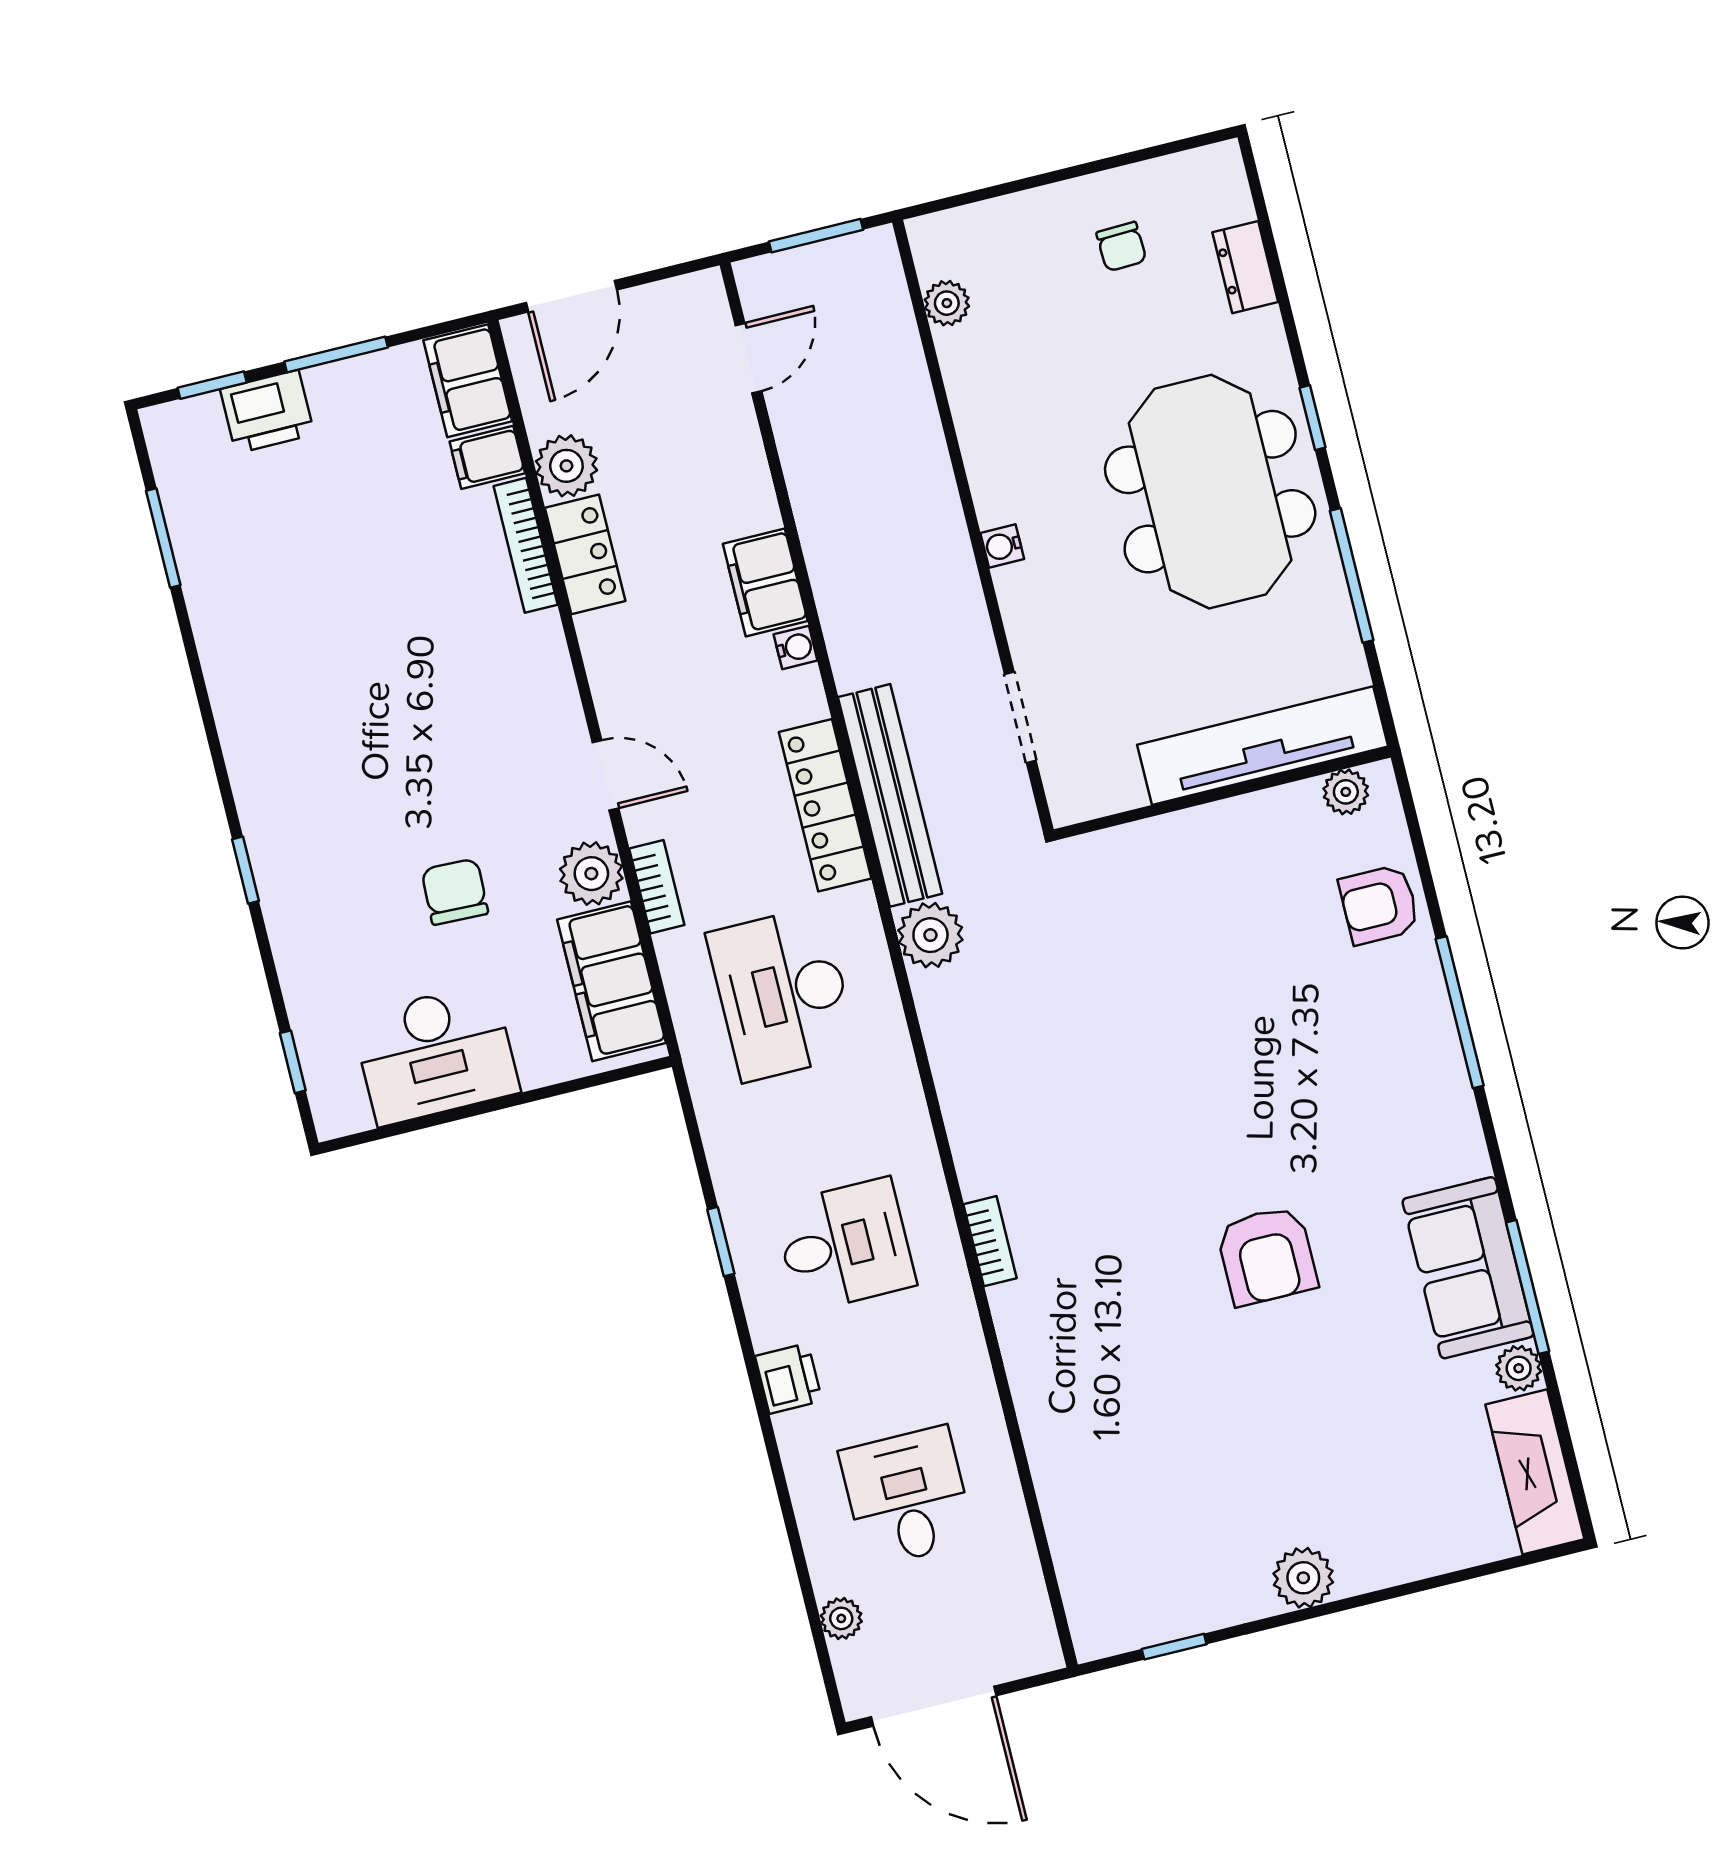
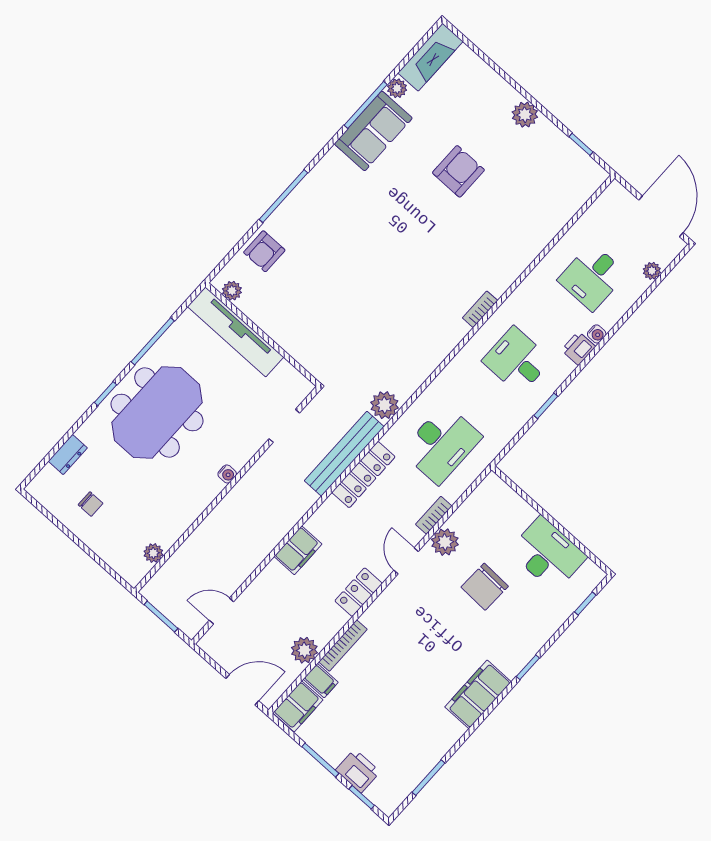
chair: (1121, 247) -> (91, 504), turned 92
locker: (585, 554) -> (359, 592), moved
water cooler: (796, 647) -> (597, 334), moved, turned 180
chair: (455, 892) -> (485, 587), width x1.37, depth x1.37
armchair: (1379, 905) -> (264, 251), turned 90
filing cabinet: (612, 981) -> (478, 694), moved, turned 180
armchair: (1267, 1256) -> (458, 171), moved

